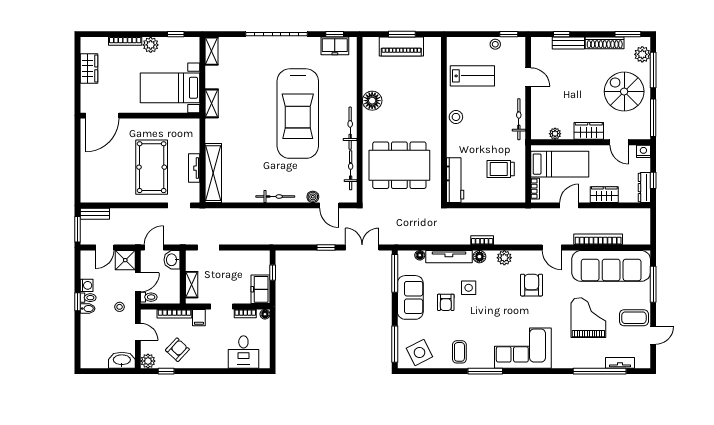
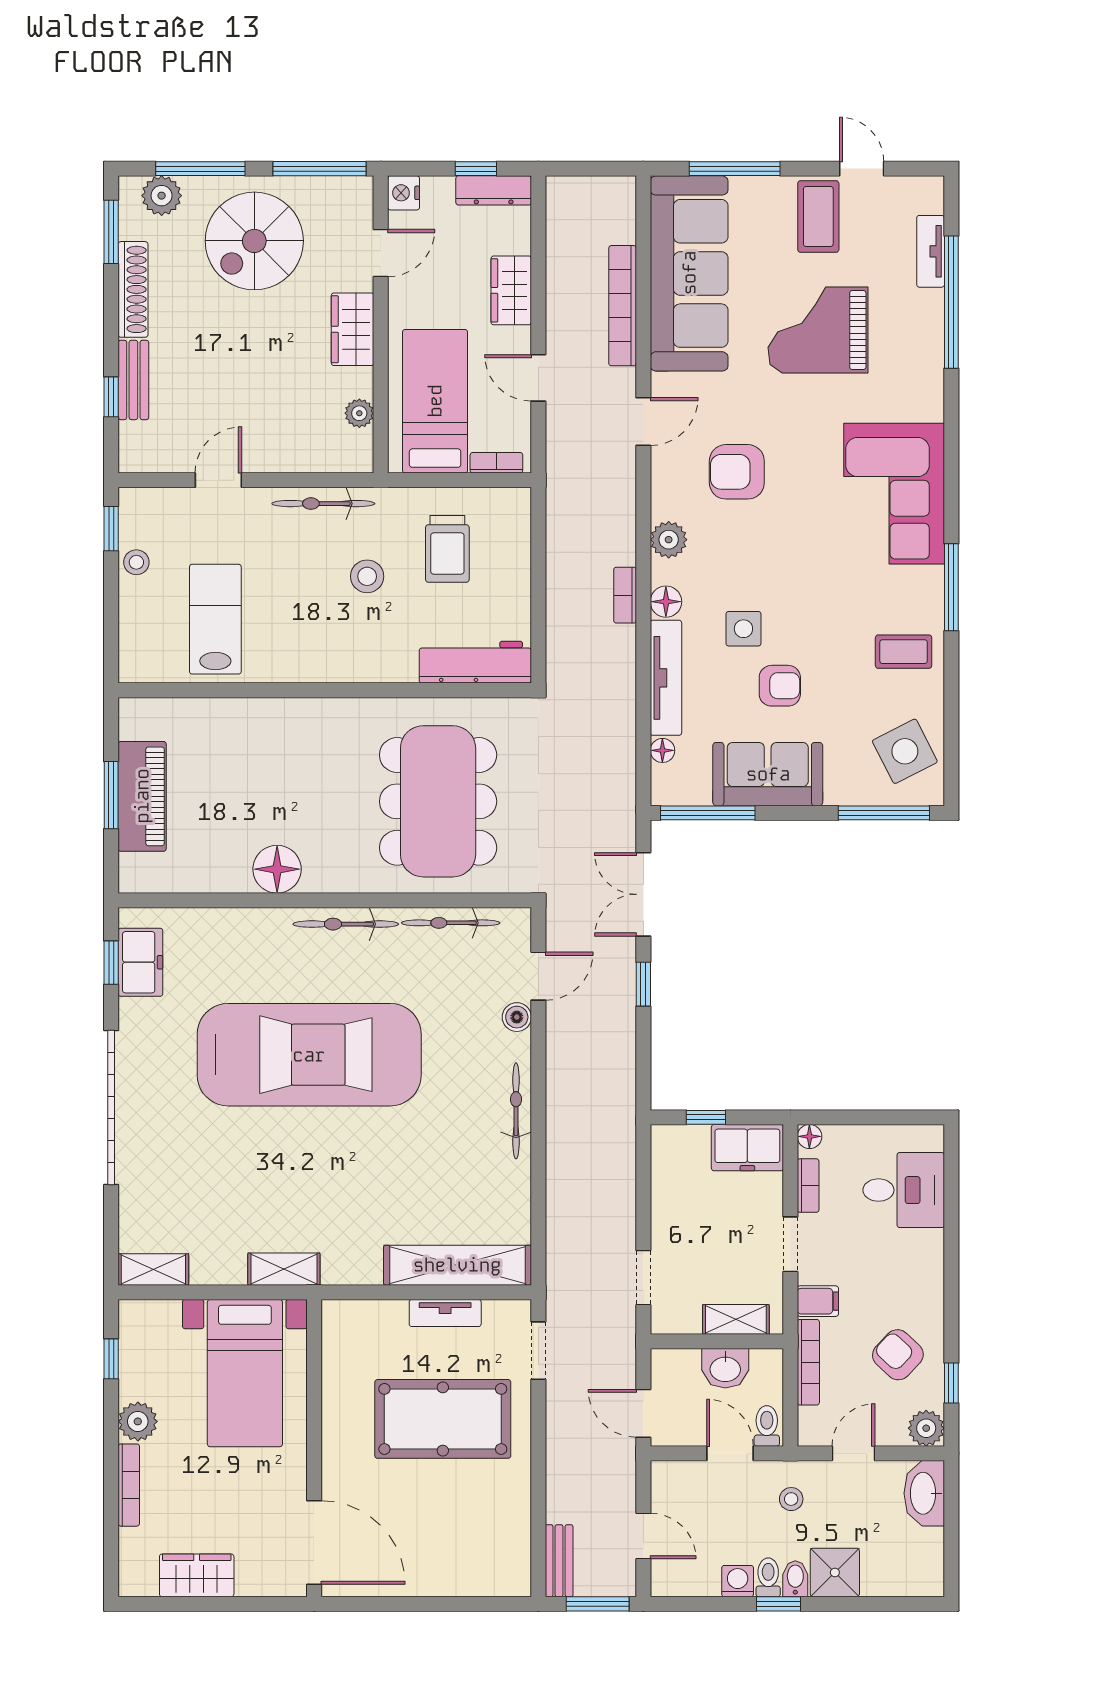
stool: (456, 117) -> (367, 576), moved
shower: (125, 260) -> (835, 1572), moved
washbasin: (172, 260) -> (725, 1368), moved

